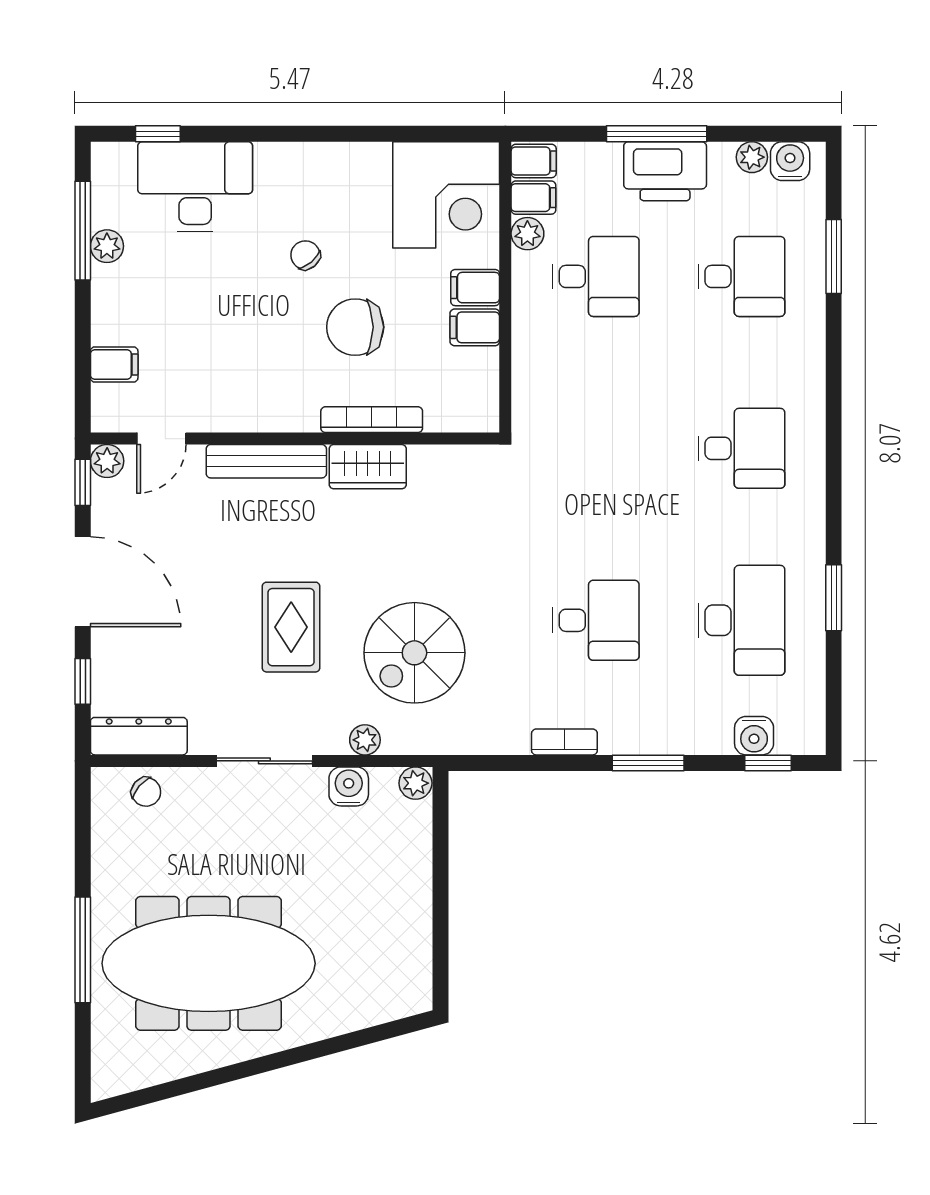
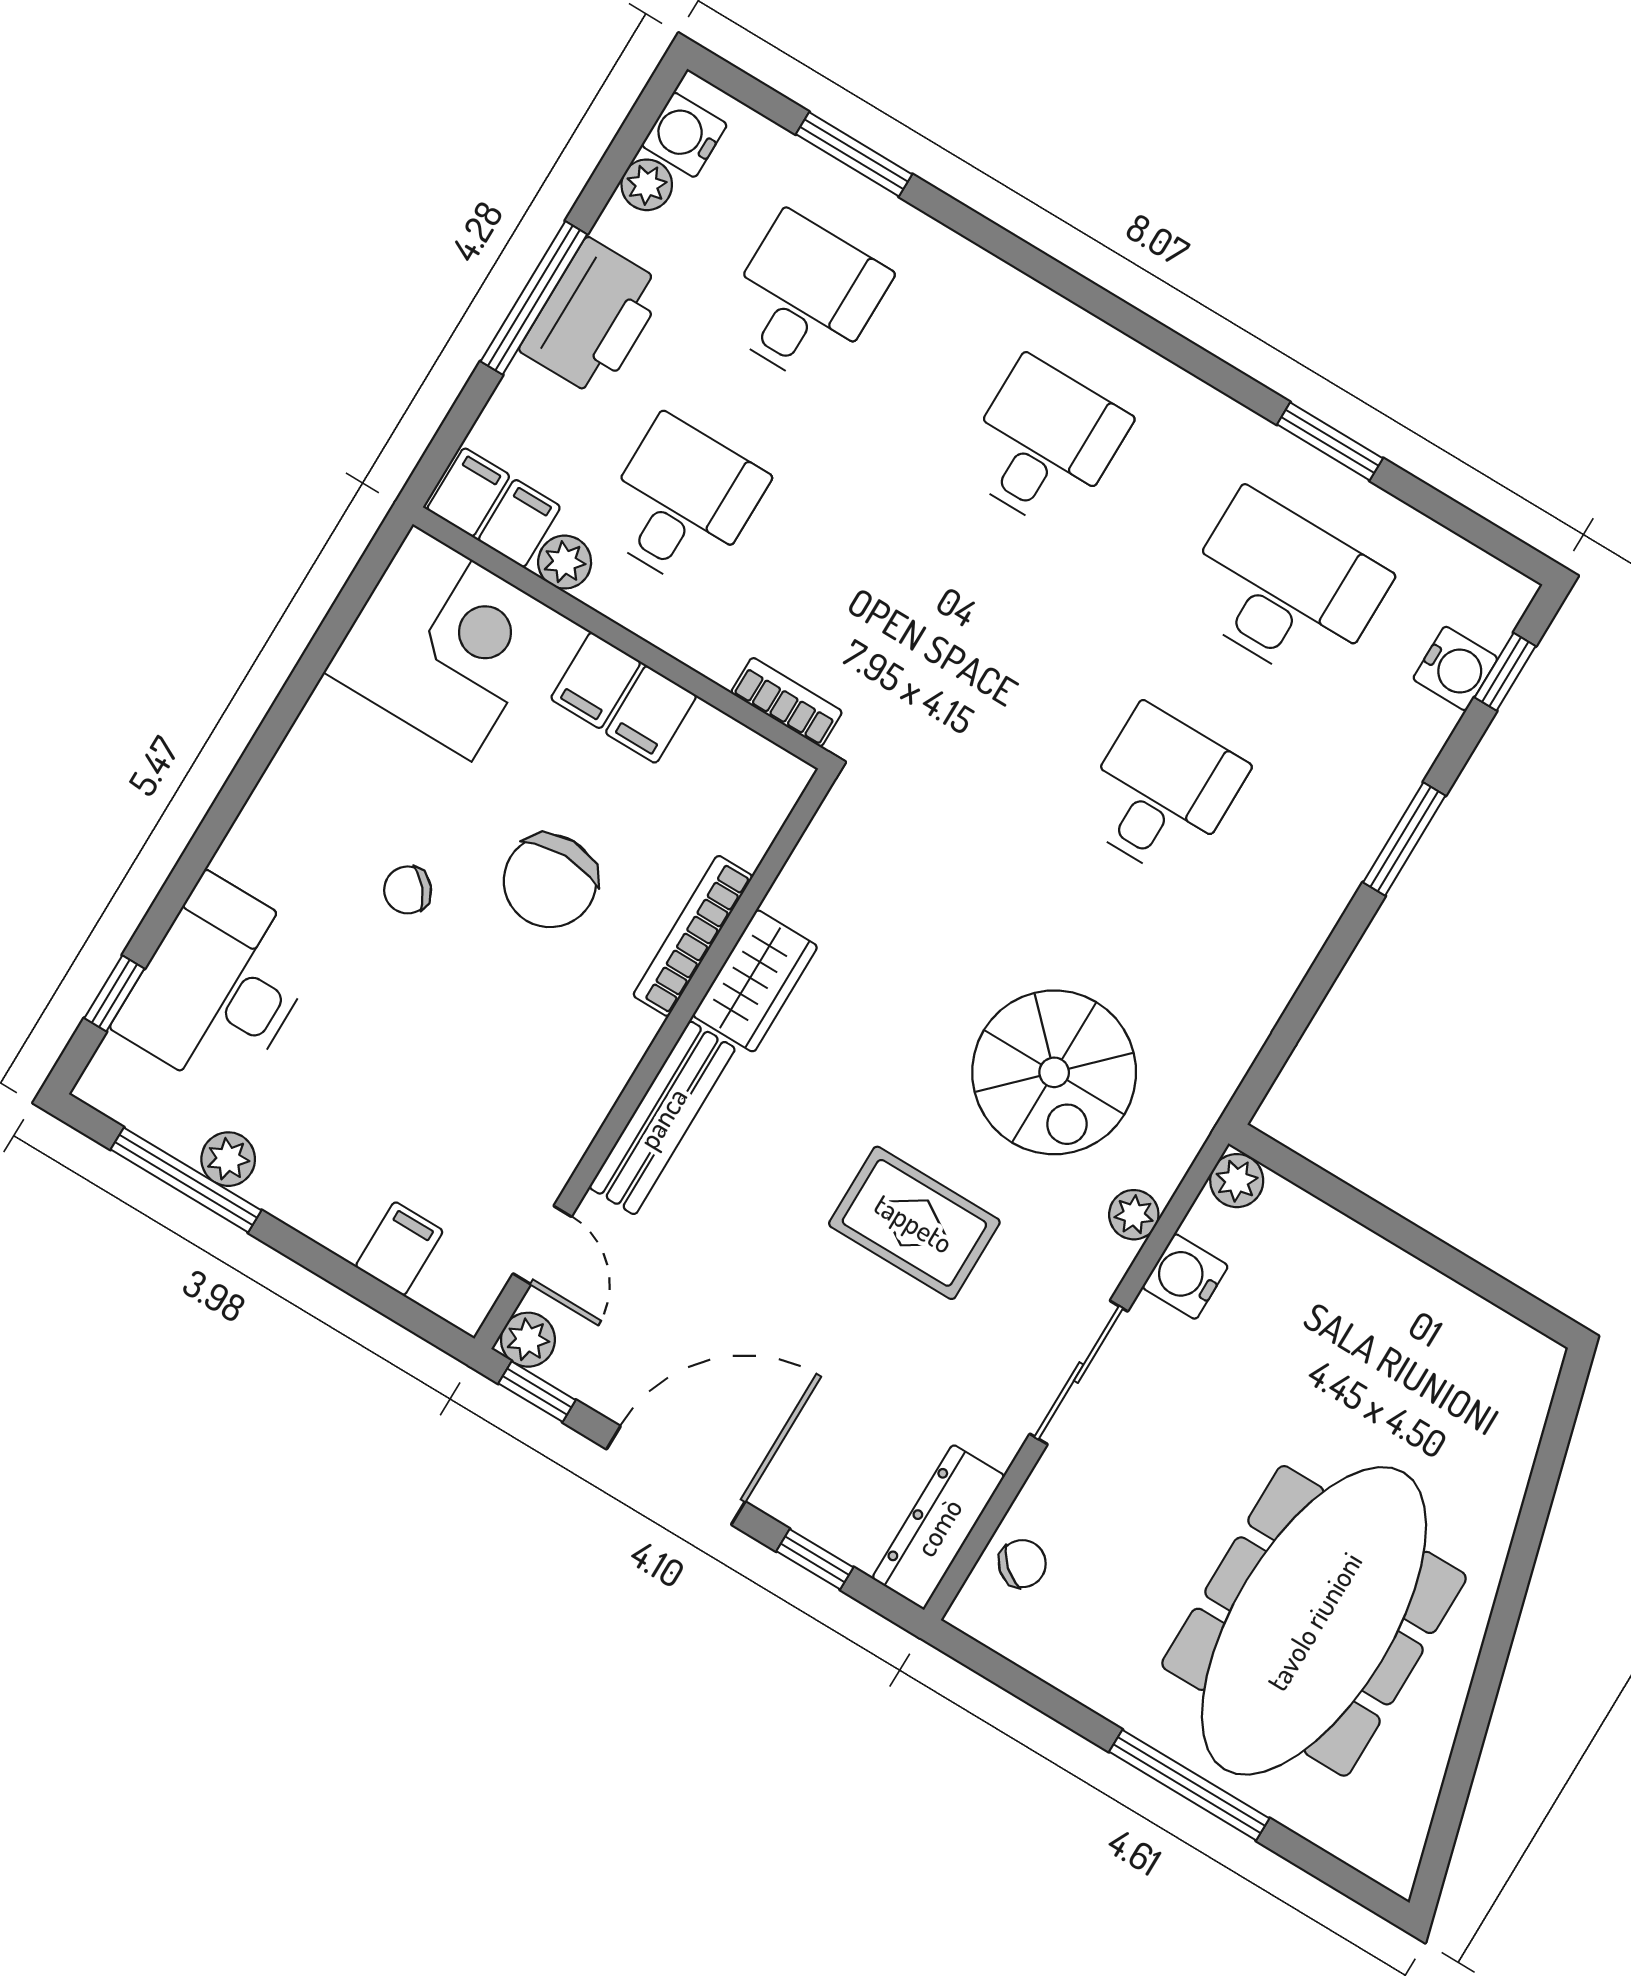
bookcase: (564, 742) -> (787, 702), moved, turned 90

